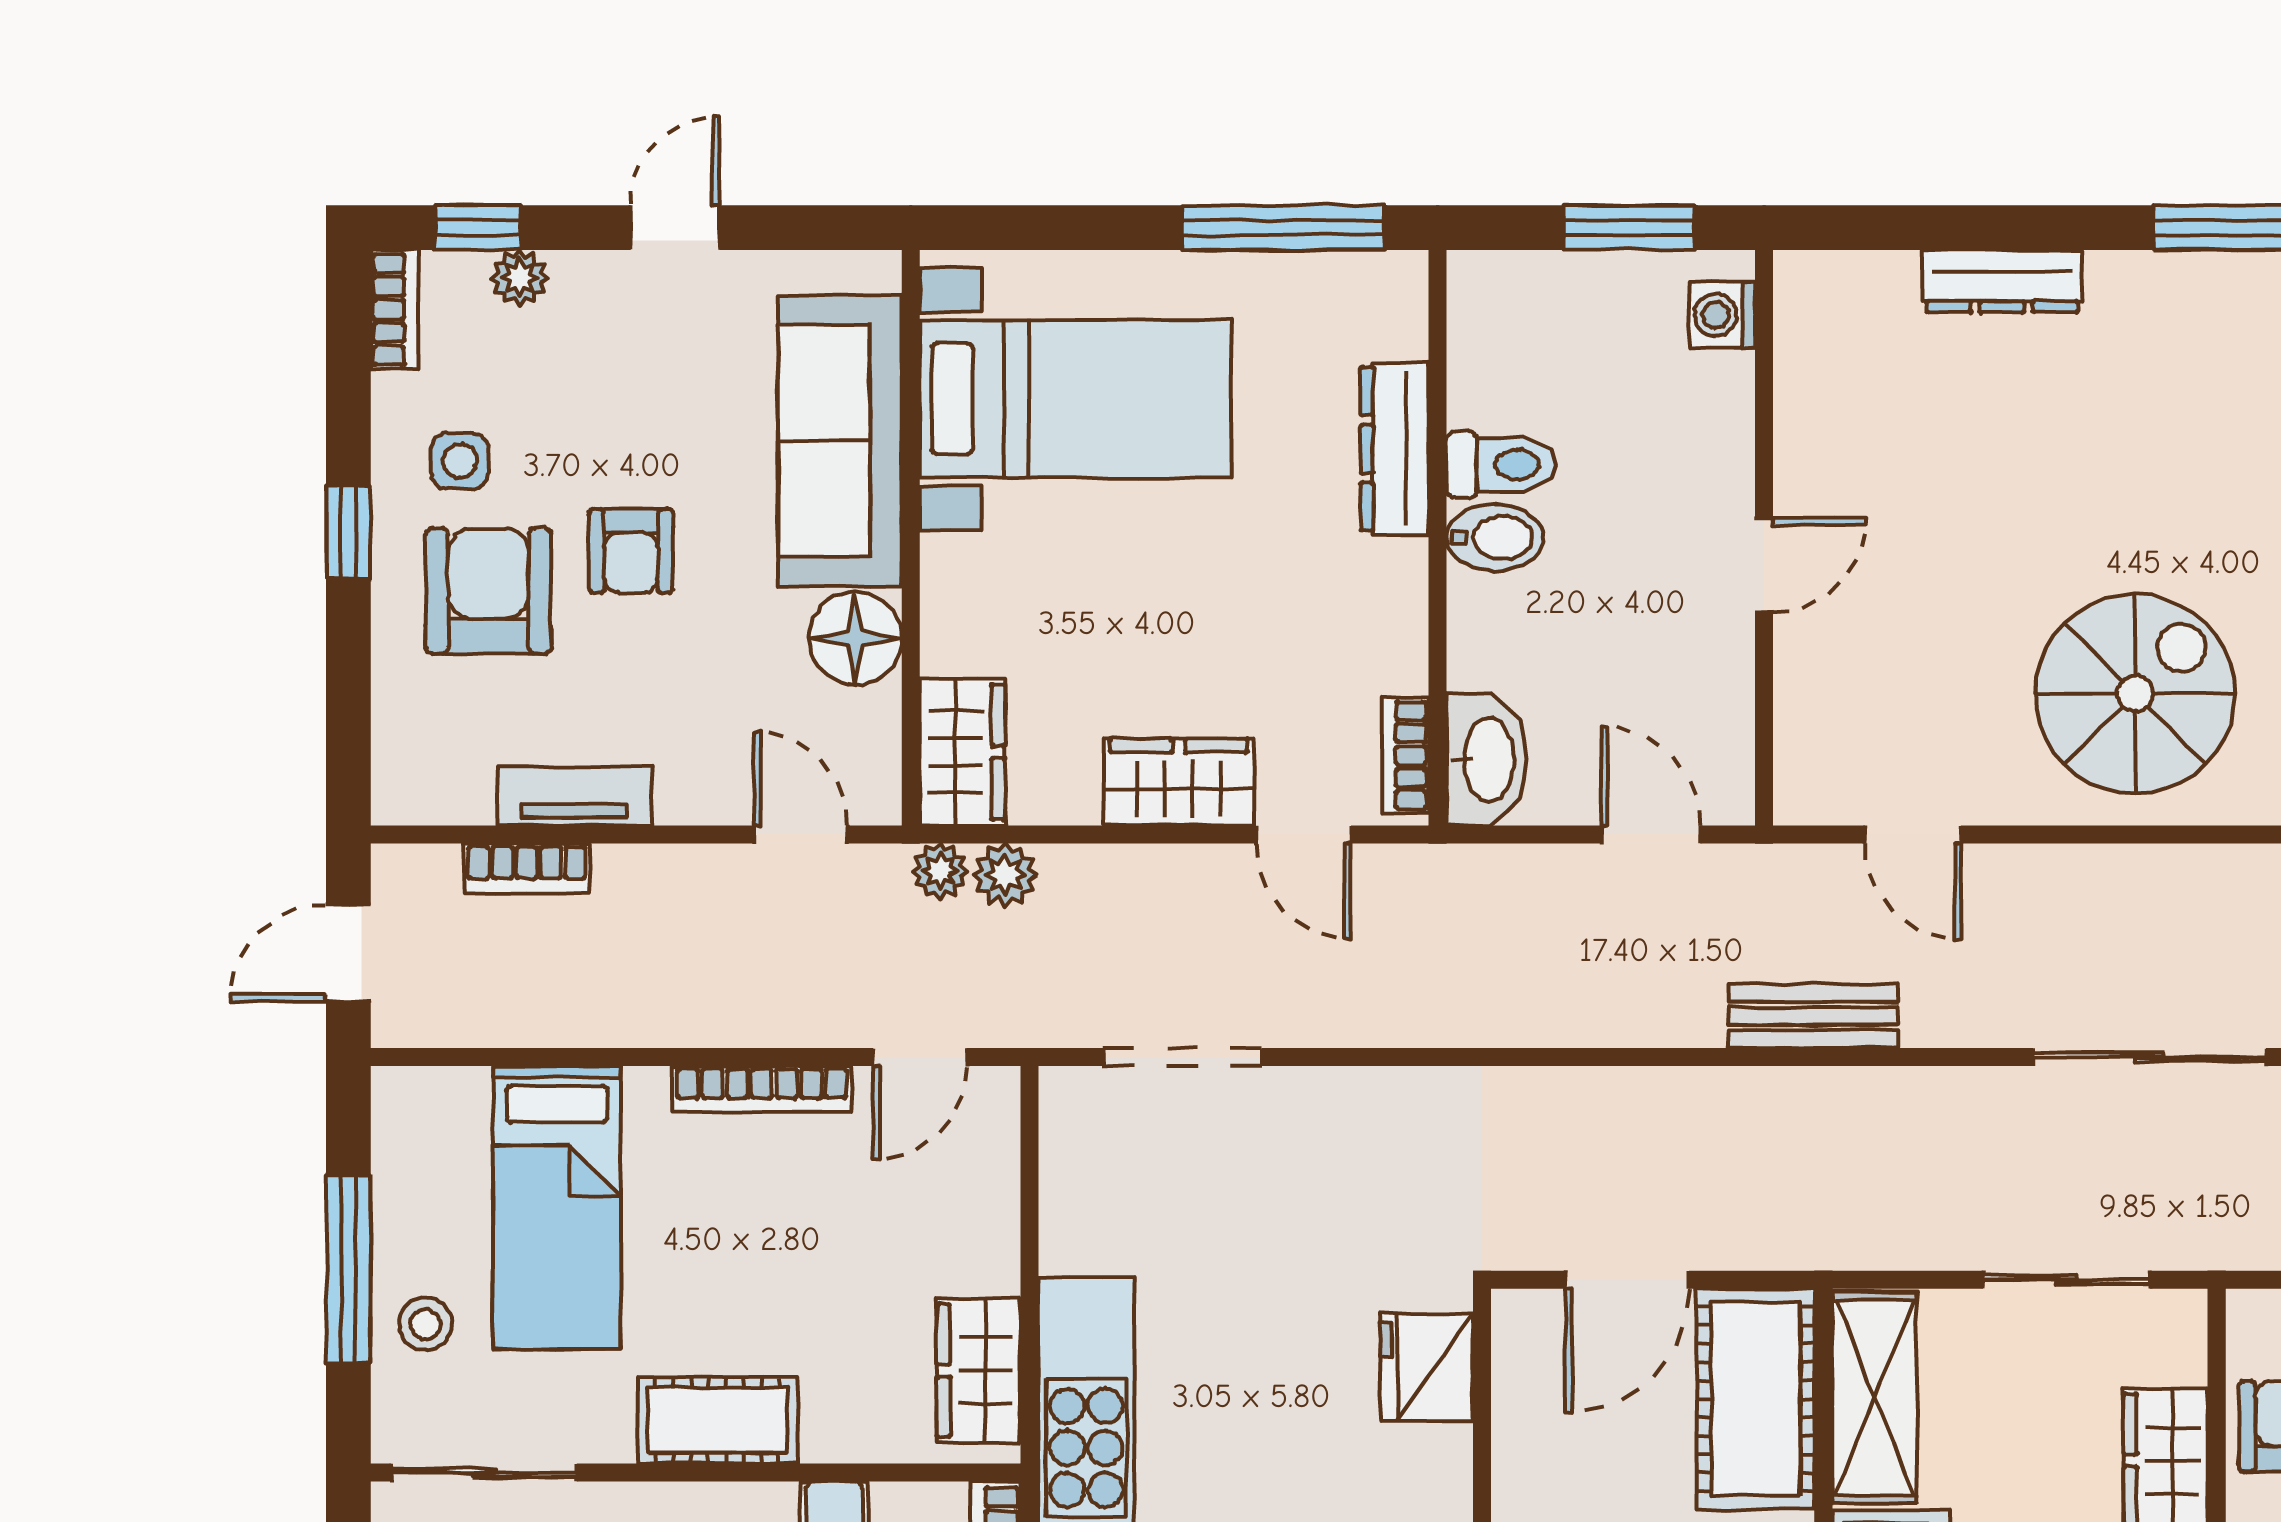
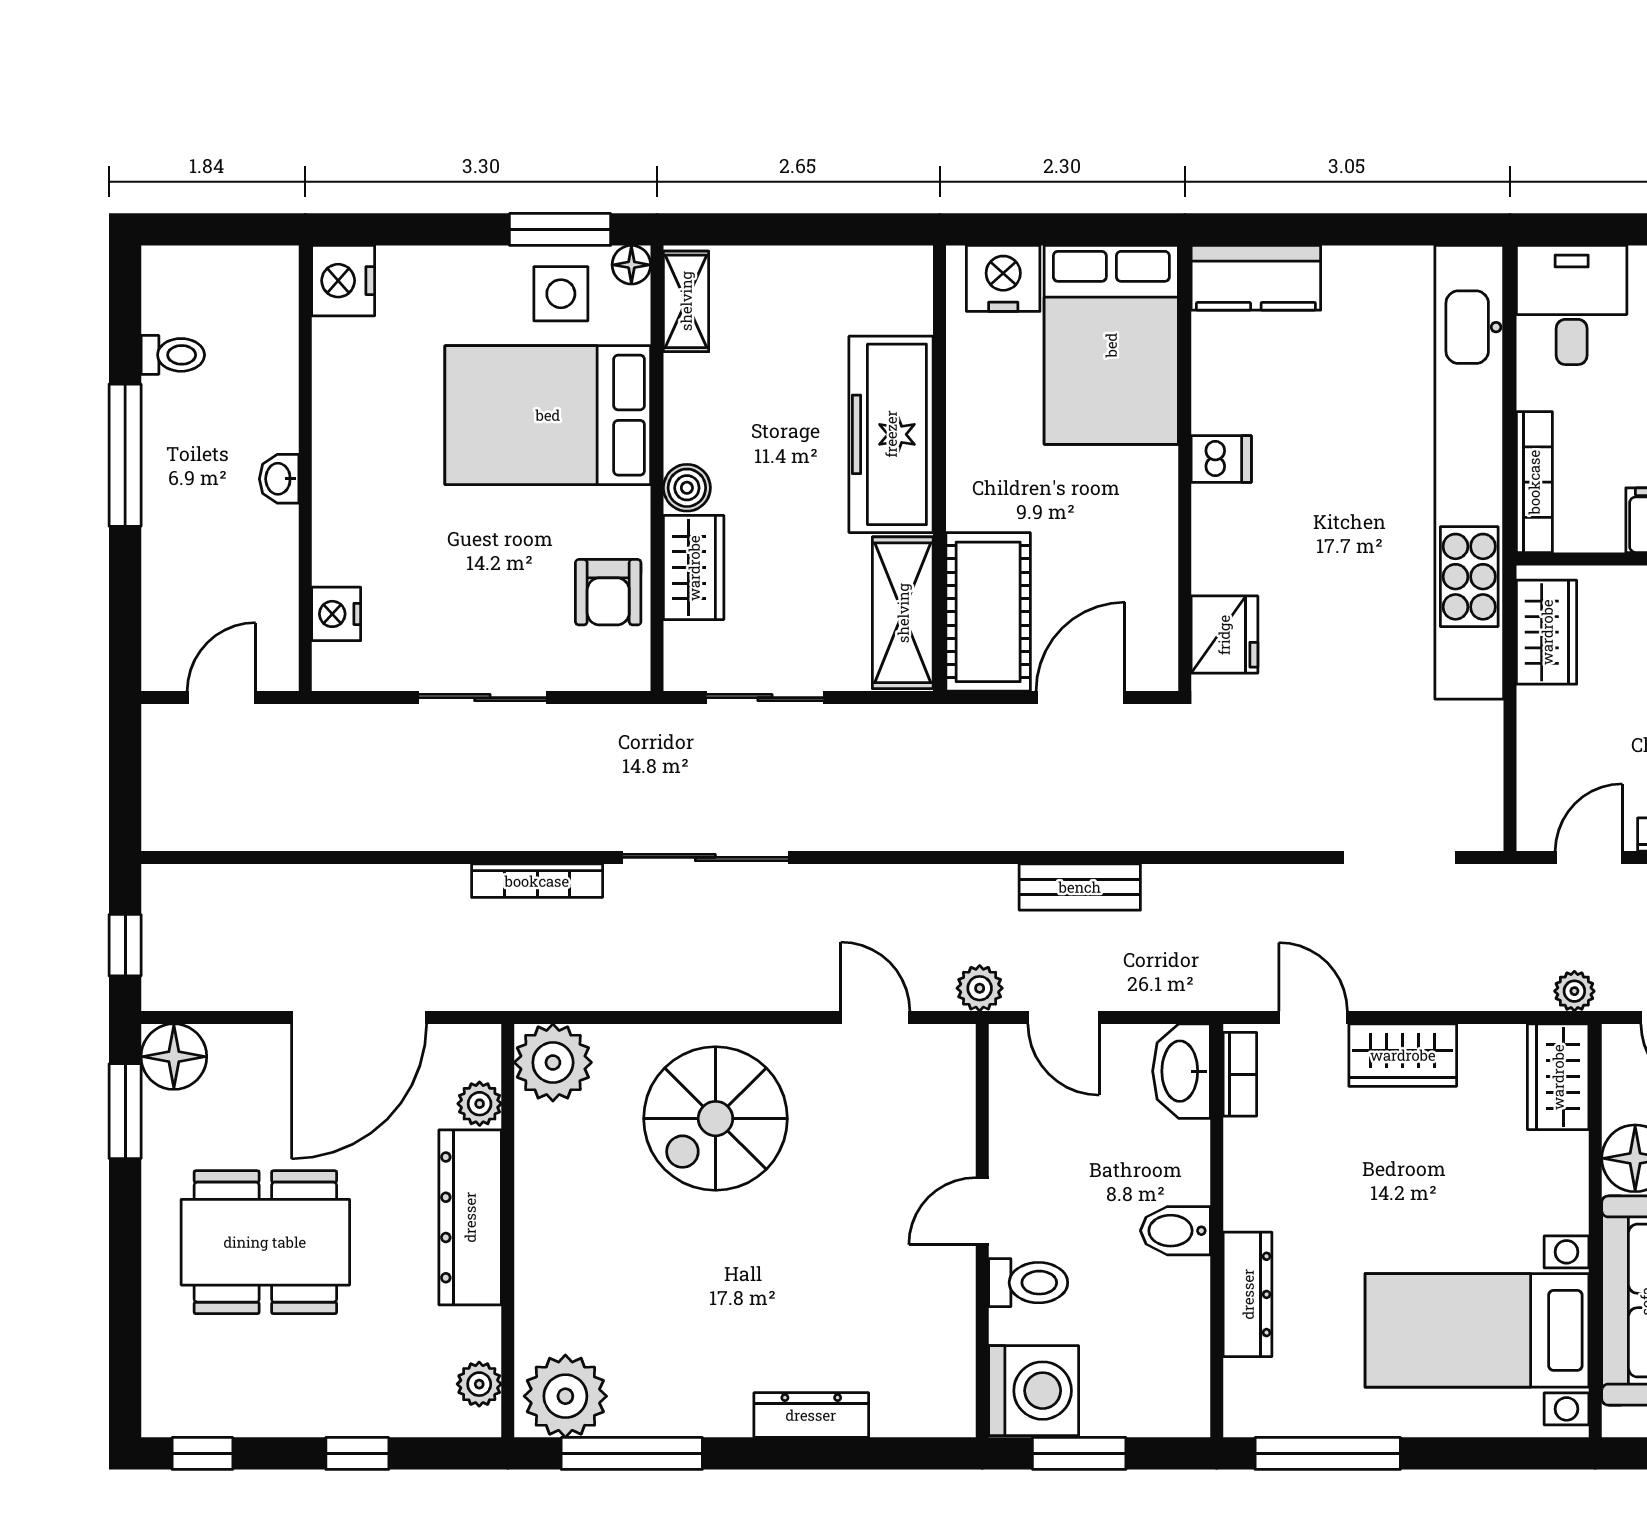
washing machine: (1722, 315) -> (1034, 1391), width x1.89, depth x1.89
toilet: (1502, 465) -> (1028, 1283), moved, turned 180
plant: (1005, 875) -> (980, 988), moved
bench: (1813, 1016) -> (1080, 887), moved

